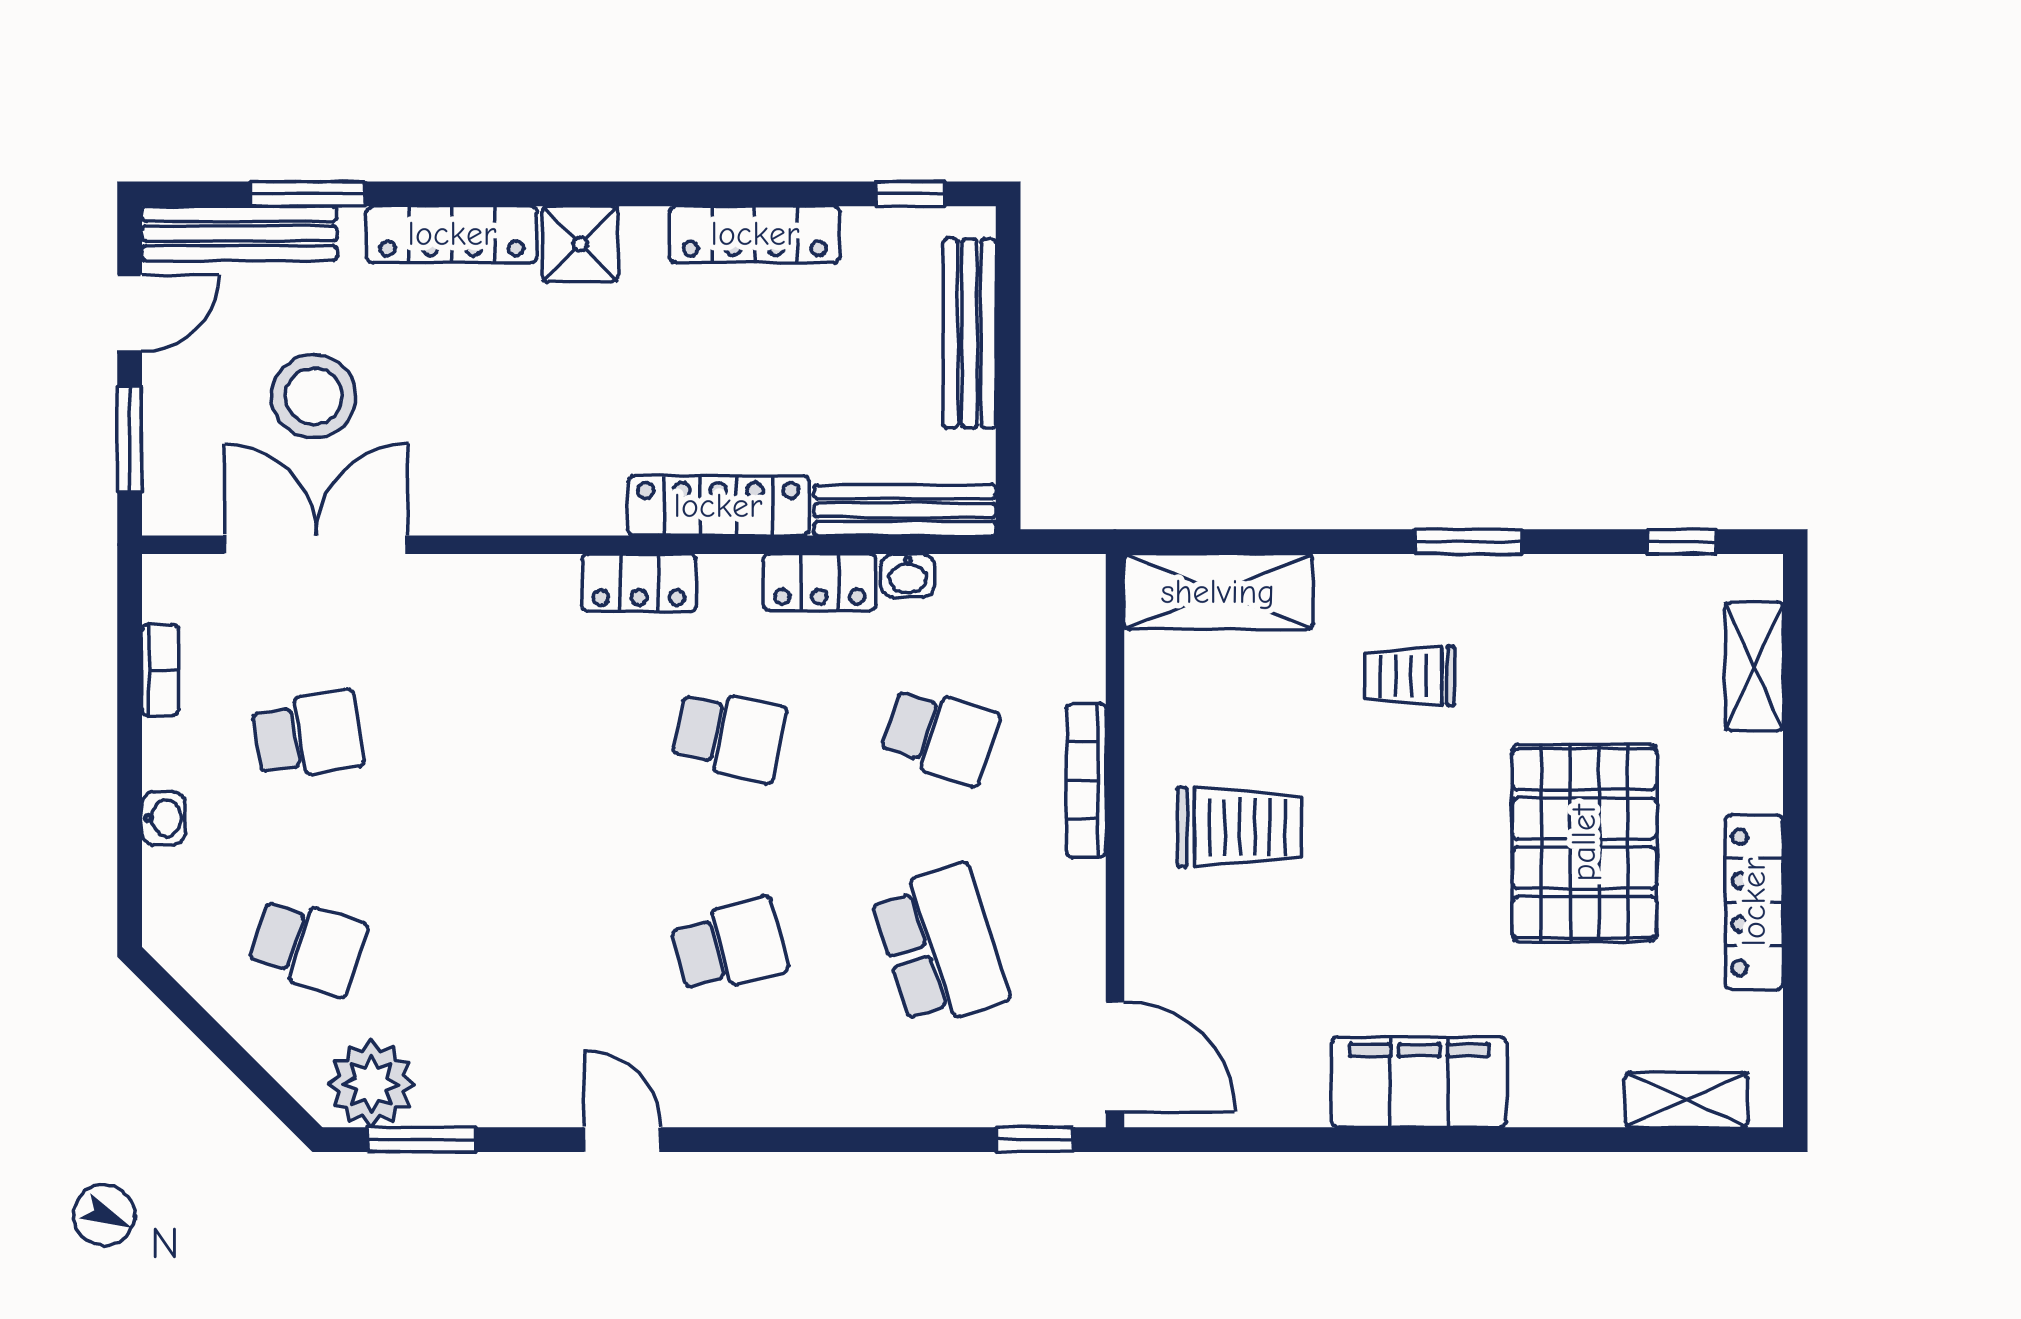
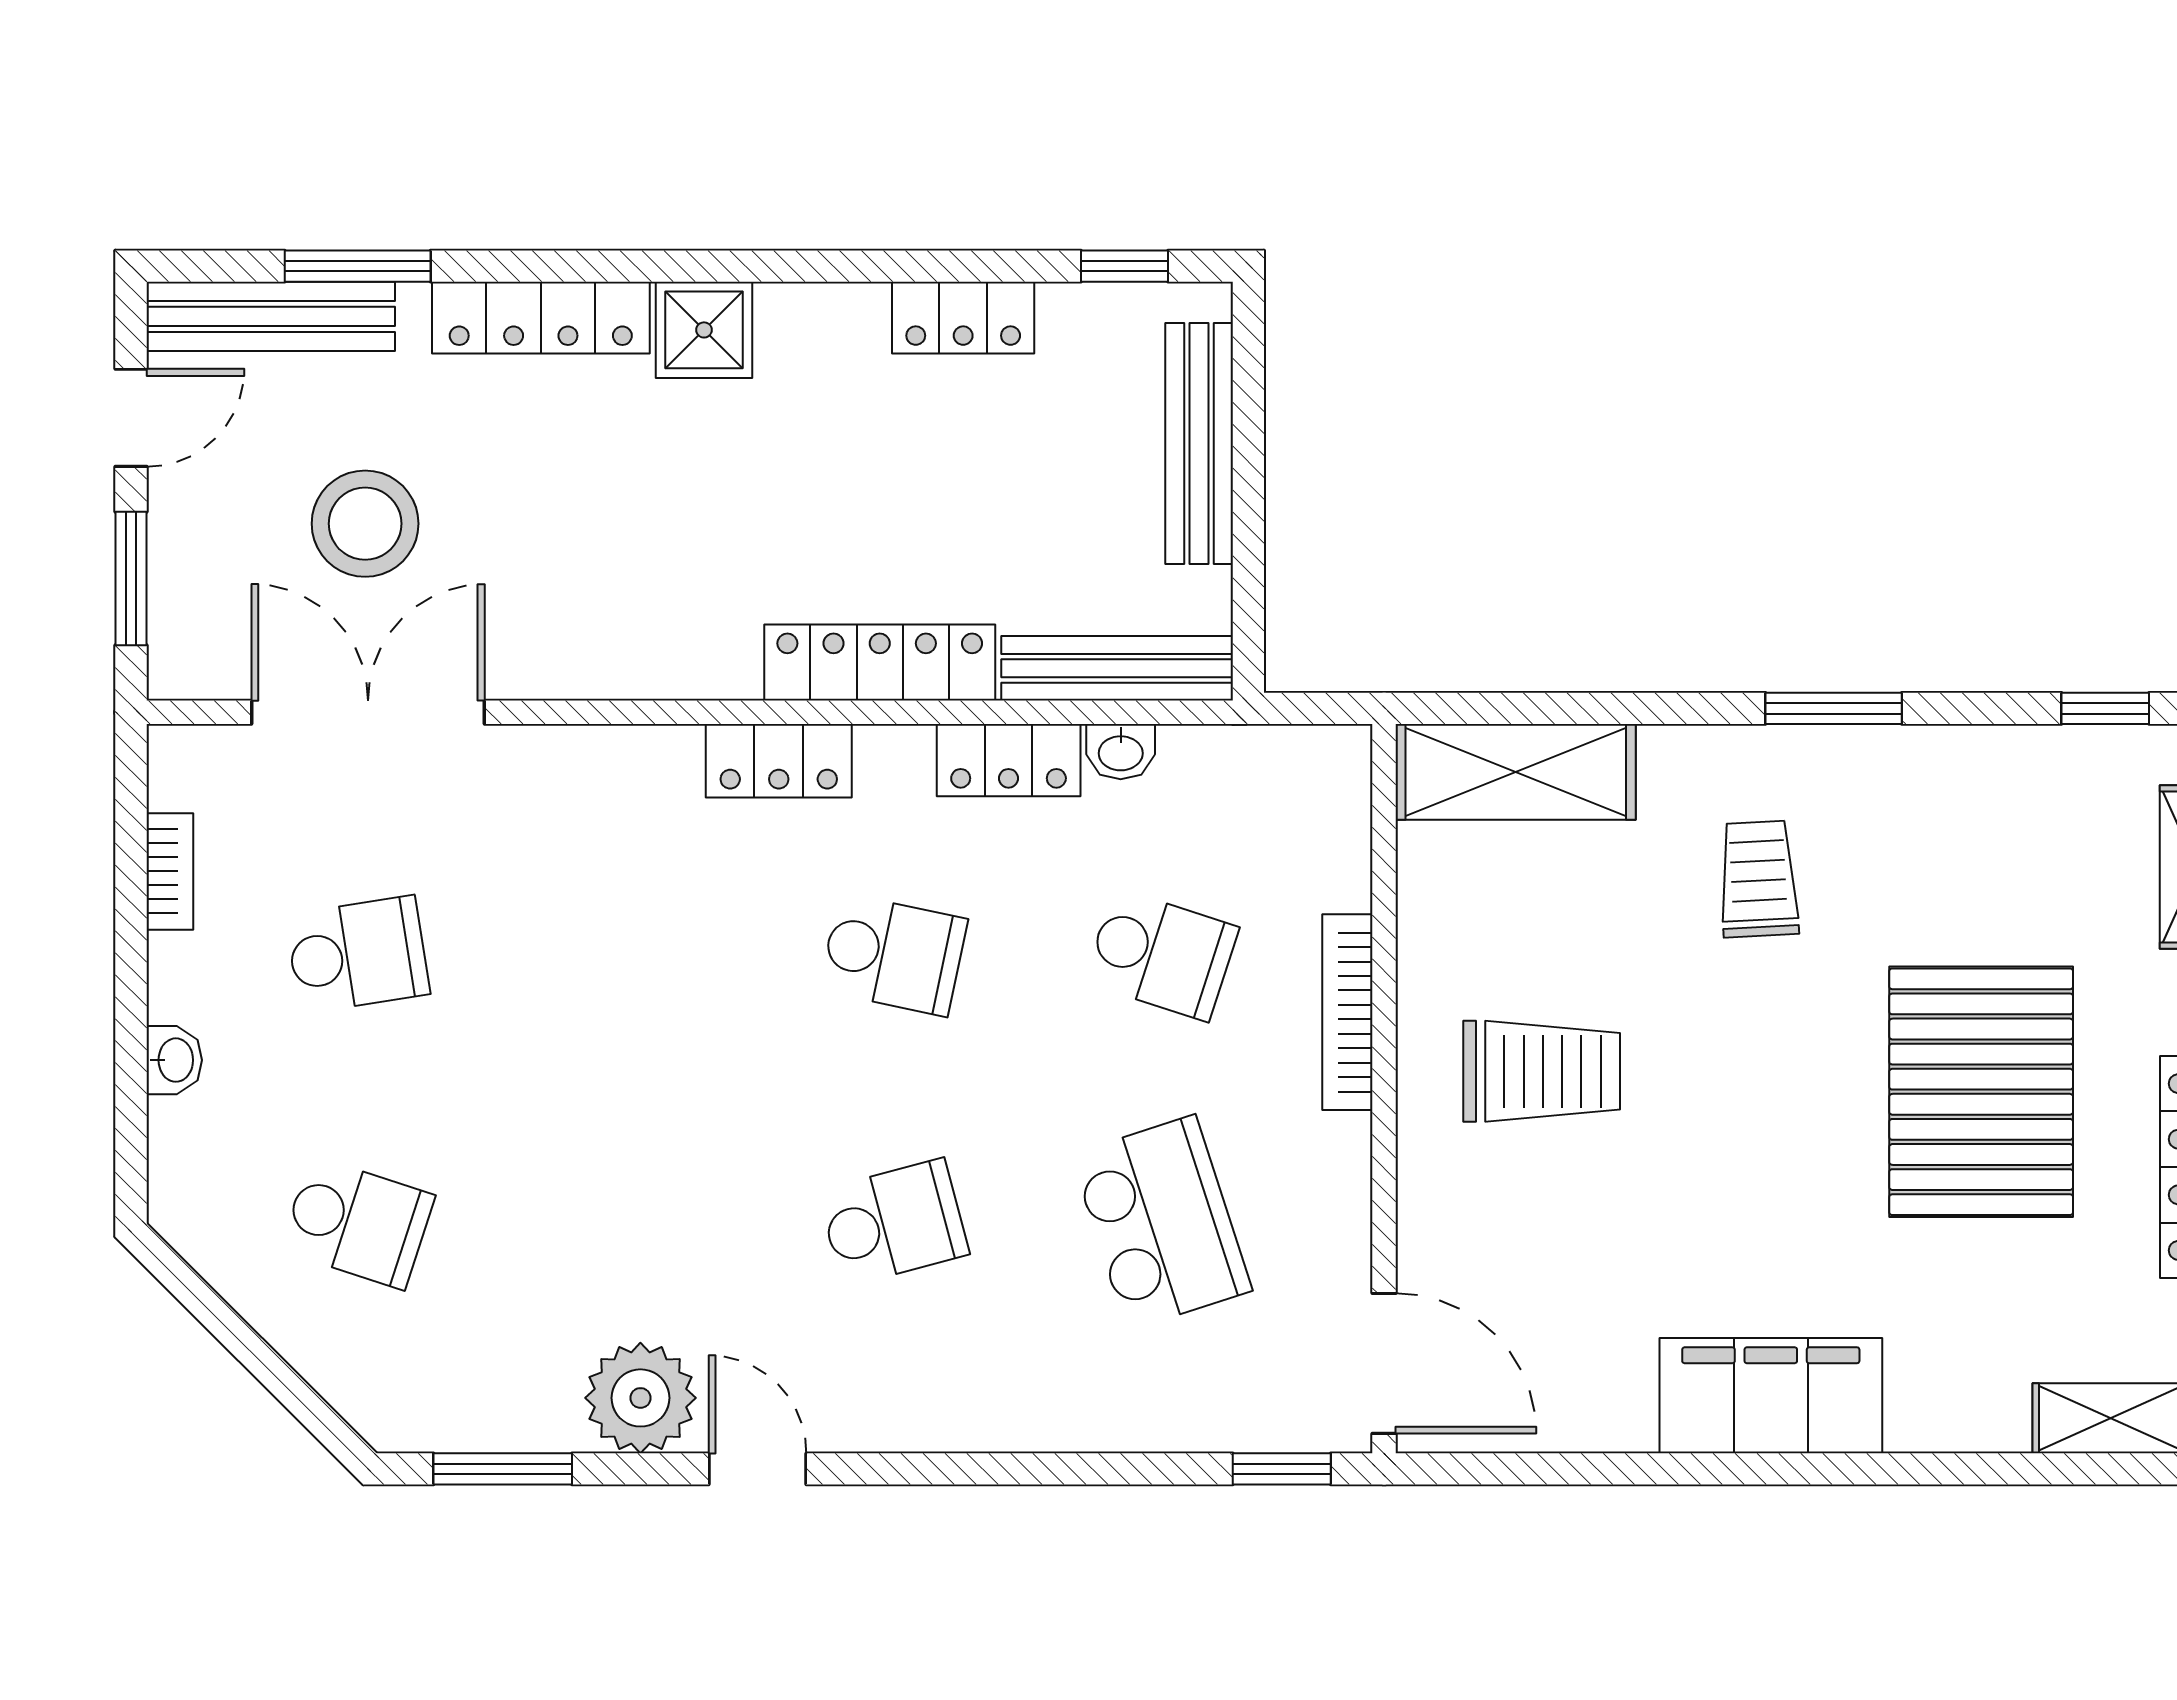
locker: (755, 234) -> (963, 318), width x0.66
trolley: (1409, 676) -> (1758, 879), turned 87
plant: (371, 1084) -> (640, 1398), moved

